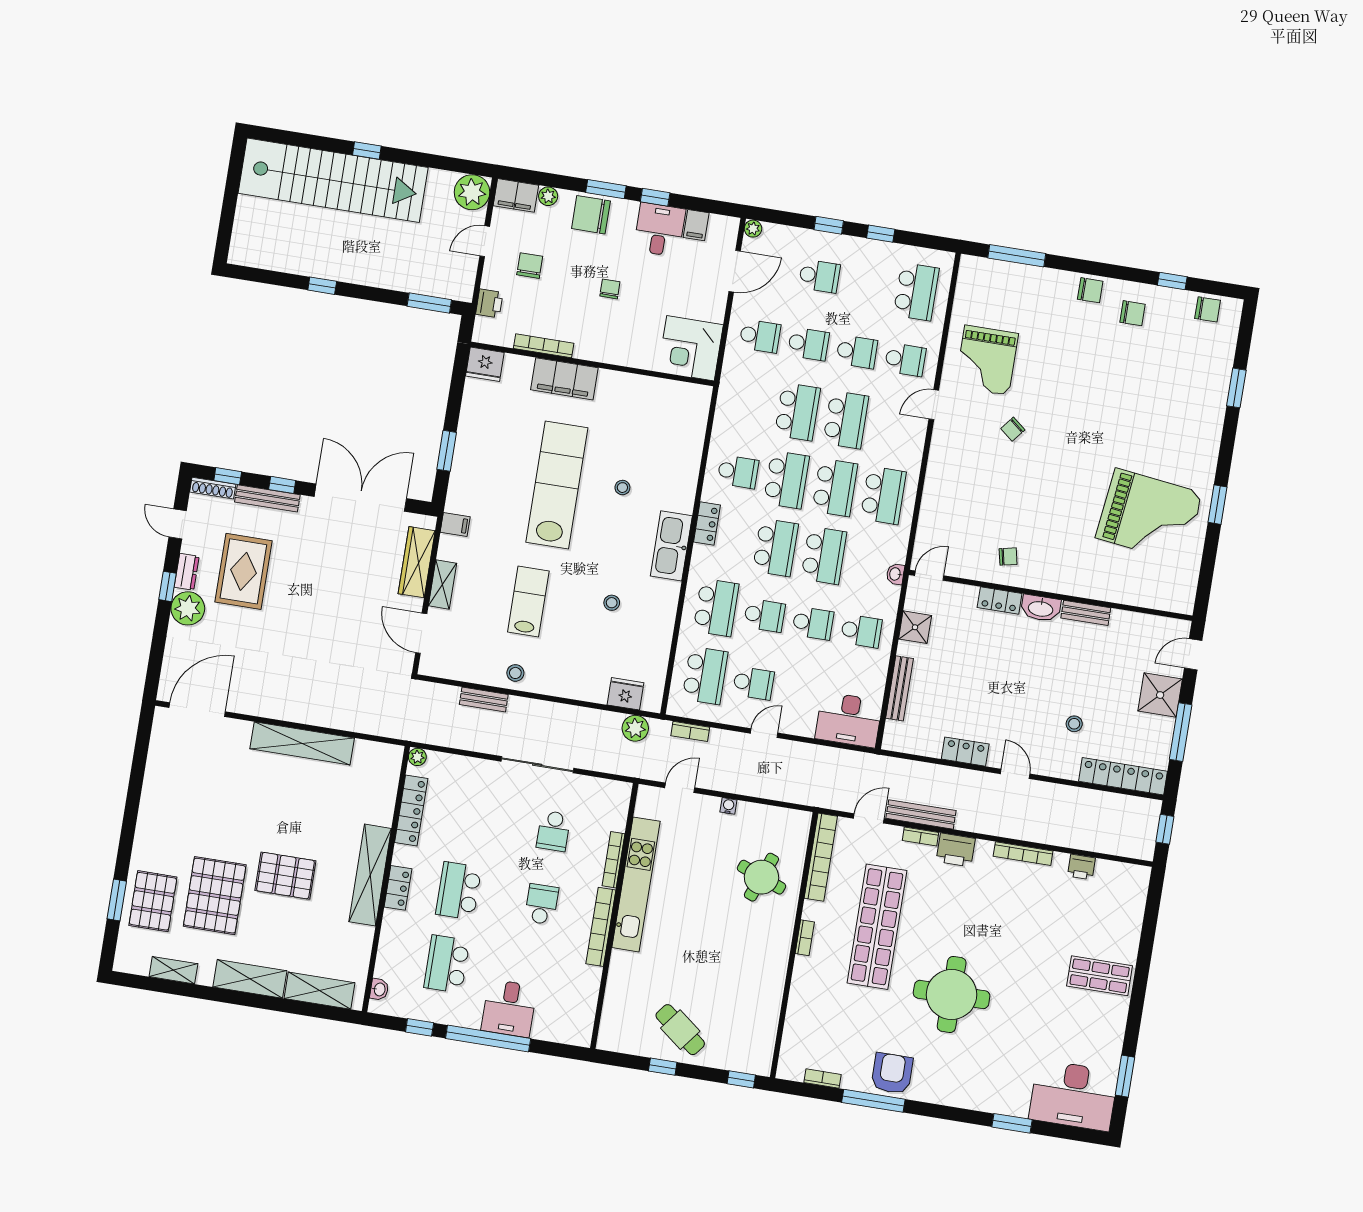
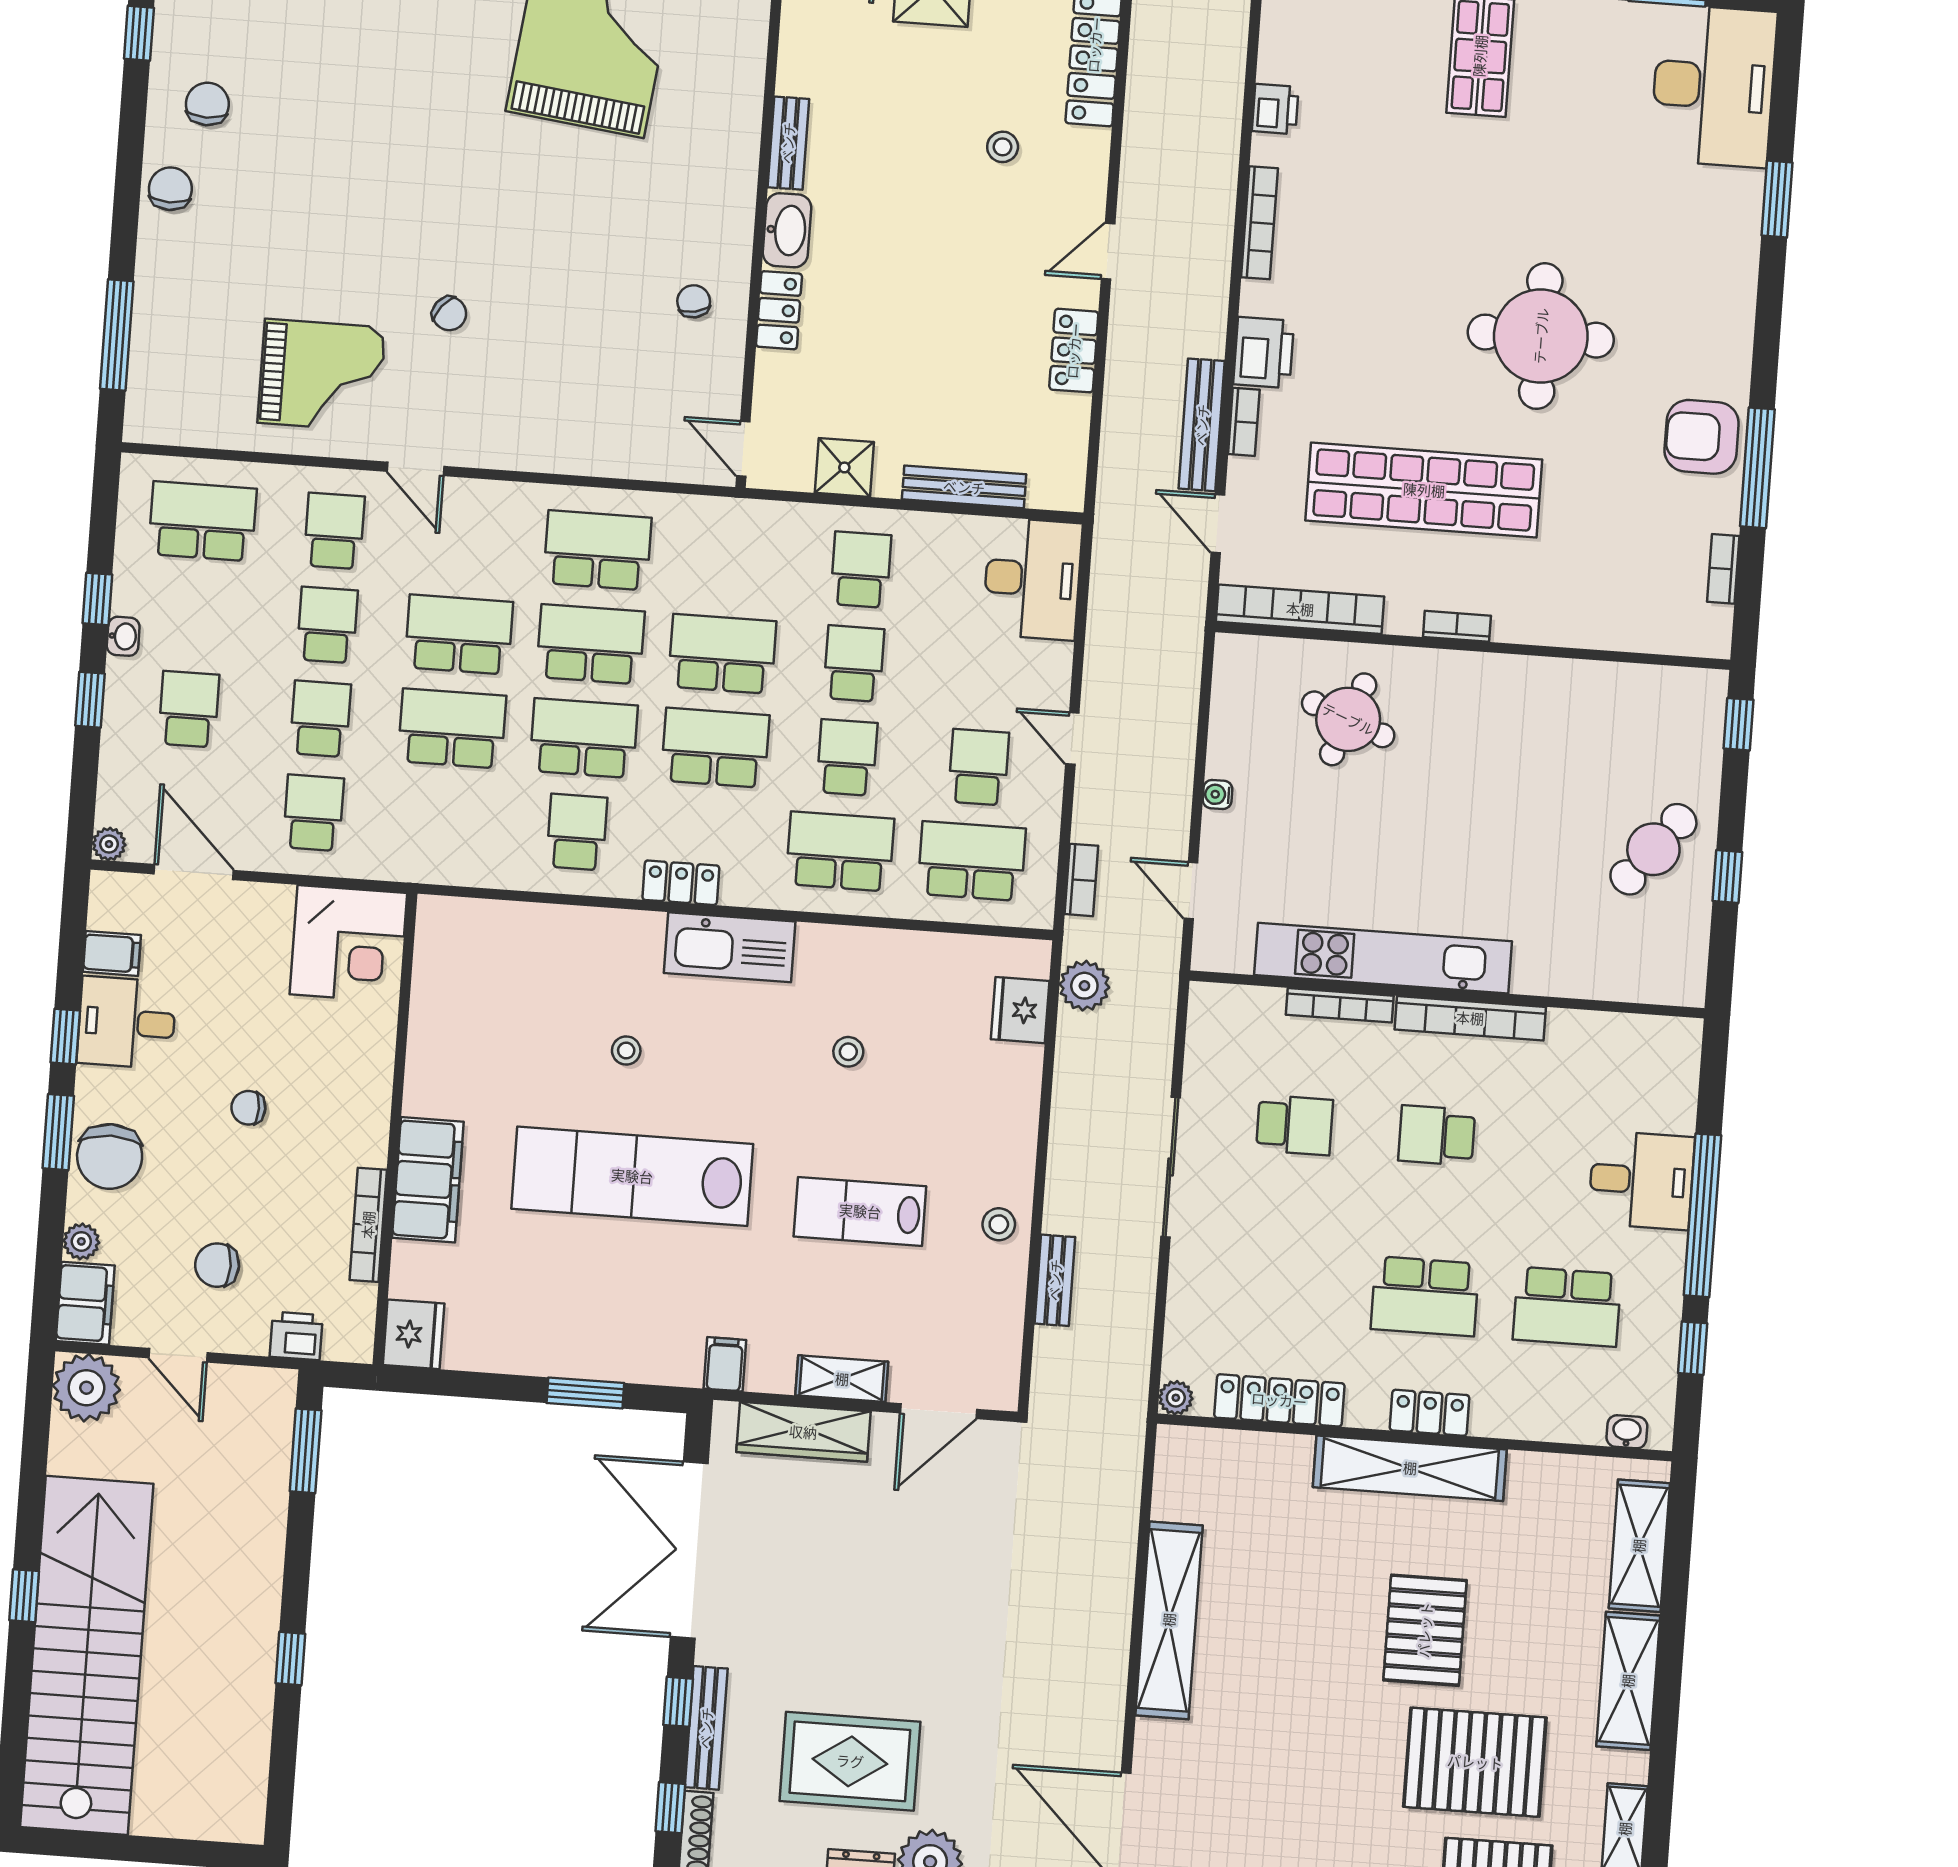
washbasin: (895, 574) -> (123, 636), moved, turned -90

